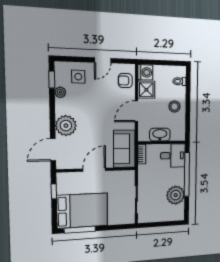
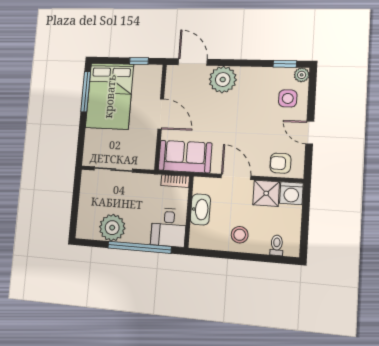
armchair: (125, 81) -> (280, 163), turned -90
plant: (60, 92) -> (302, 75), moved

